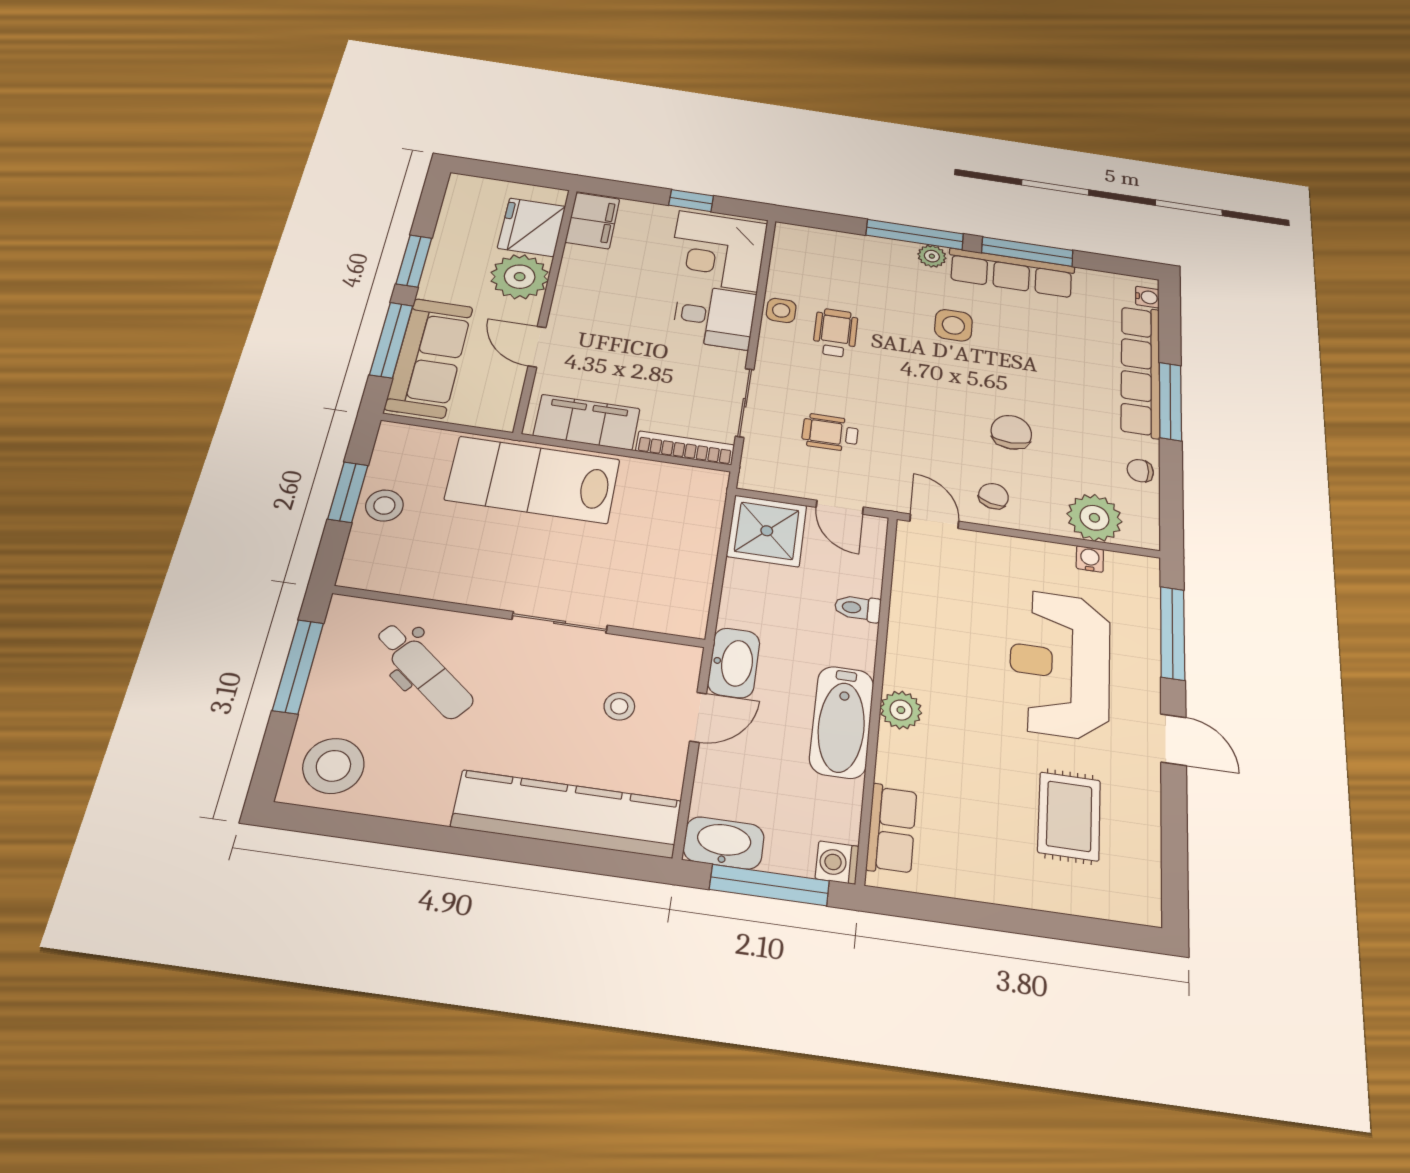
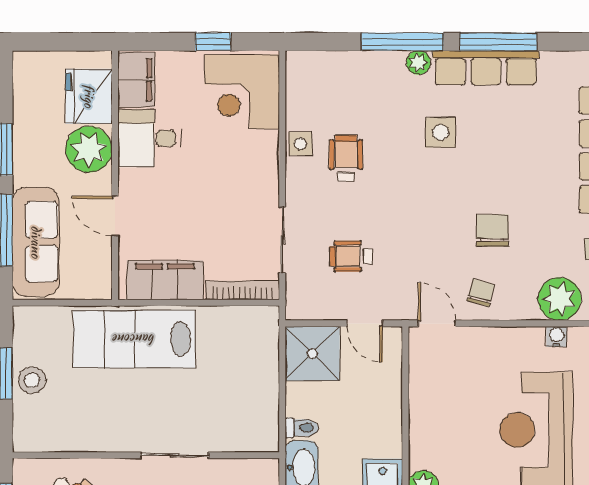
desk: (714, 317) -> (149, 138), moved, turned 180
toilet: (858, 608) -> (302, 428), moved, turned 180

